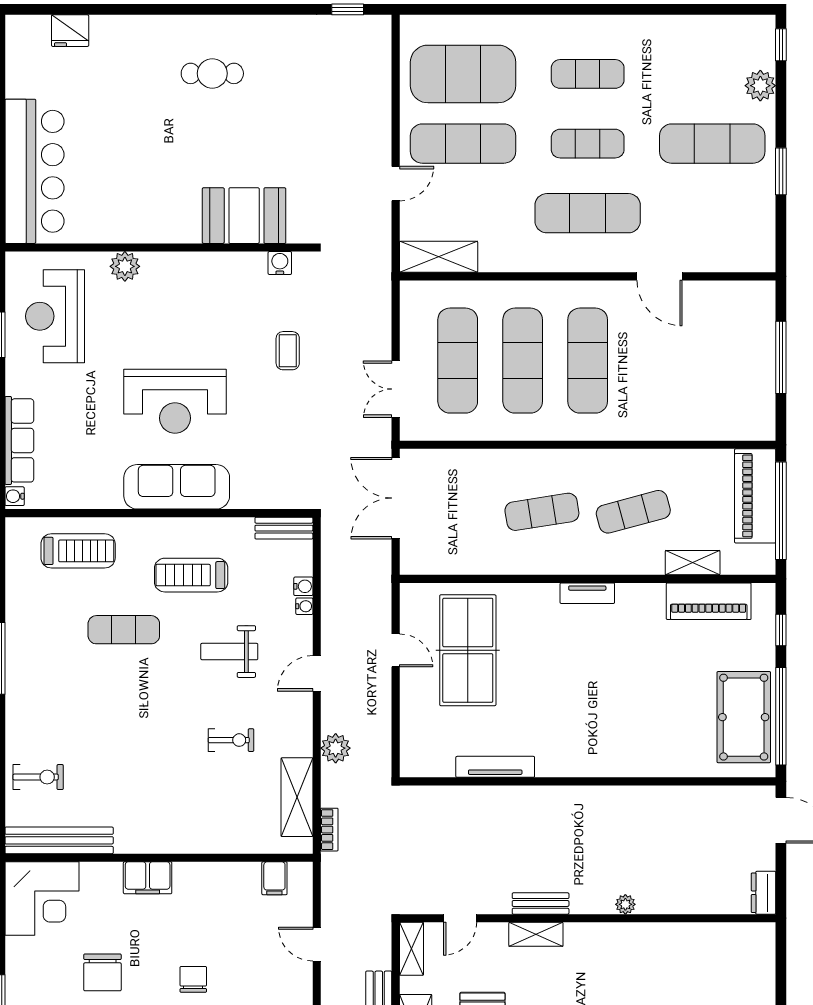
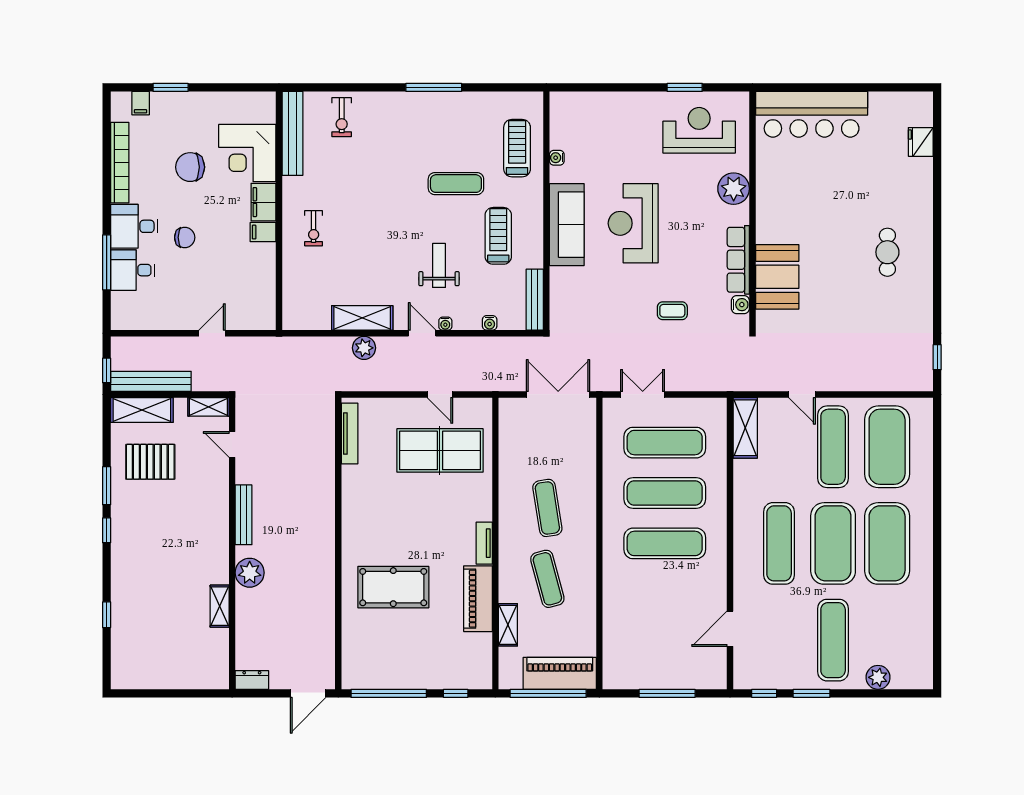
window: (781, 45) -> (764, 693), moved
exercise mat: (588, 74) -> (887, 543), width x2.00, depth x1.45
exercise mat: (588, 144) -> (833, 543), width x2.00, depth x1.45
plant: (125, 266) -> (734, 189), width x1.36, depth x1.36
door: (660, 276) -> (730, 629), moved
row of seats: (19, 440) -> (738, 260), moved, turned 90
water cooler: (15, 496) -> (557, 158), moved, turned -90
bench: (284, 528) -> (535, 300), width x1.36
treadmill: (78, 551) -> (517, 148), turned 180
piano: (709, 601) -> (478, 599), moved
water cooler: (304, 606) -> (445, 324), moved
exercise mat: (124, 630) -> (456, 184), turned 90
door: (396, 650) -> (440, 394), hinge flipped
pool table: (744, 717) -> (393, 587), moved
exercise bike: (231, 740) -> (314, 228), moved
tv unit: (495, 767) -> (350, 434), moved
shelving: (297, 797) -> (362, 318), moved
bookcase: (329, 830) -> (301, 343), removed
filing cabinet: (274, 878) -> (263, 232), moved
corner desk: (42, 899) -> (247, 153), moved
bench: (541, 903) -> (244, 515), width x1.36
plant: (625, 904) -> (250, 573), width x1.87, depth x1.87
shelving: (536, 934) -> (220, 606), moved

